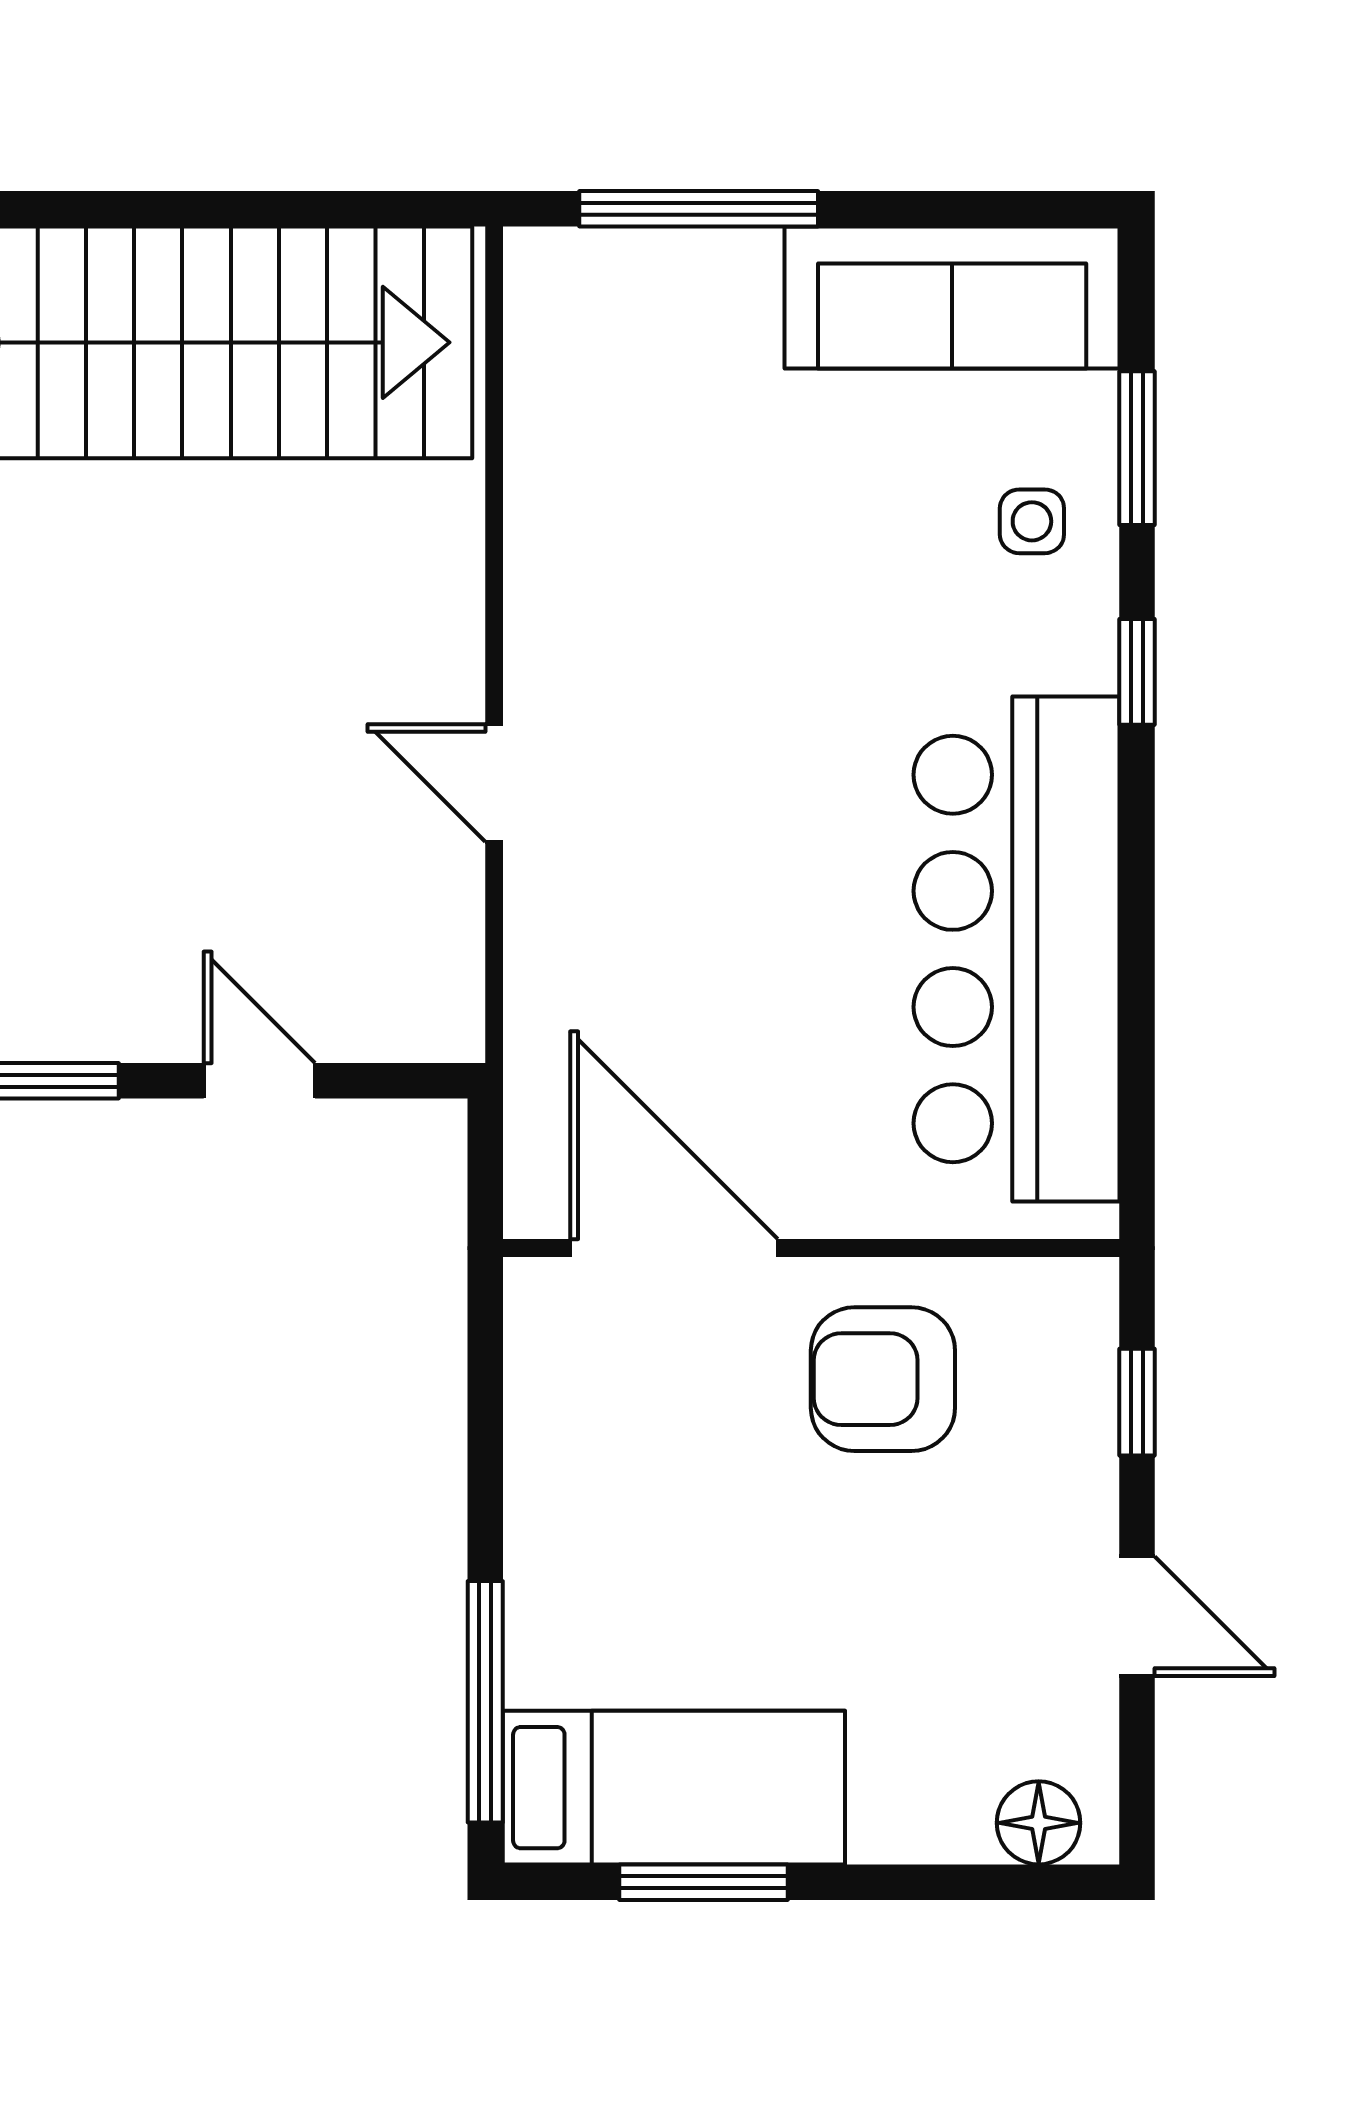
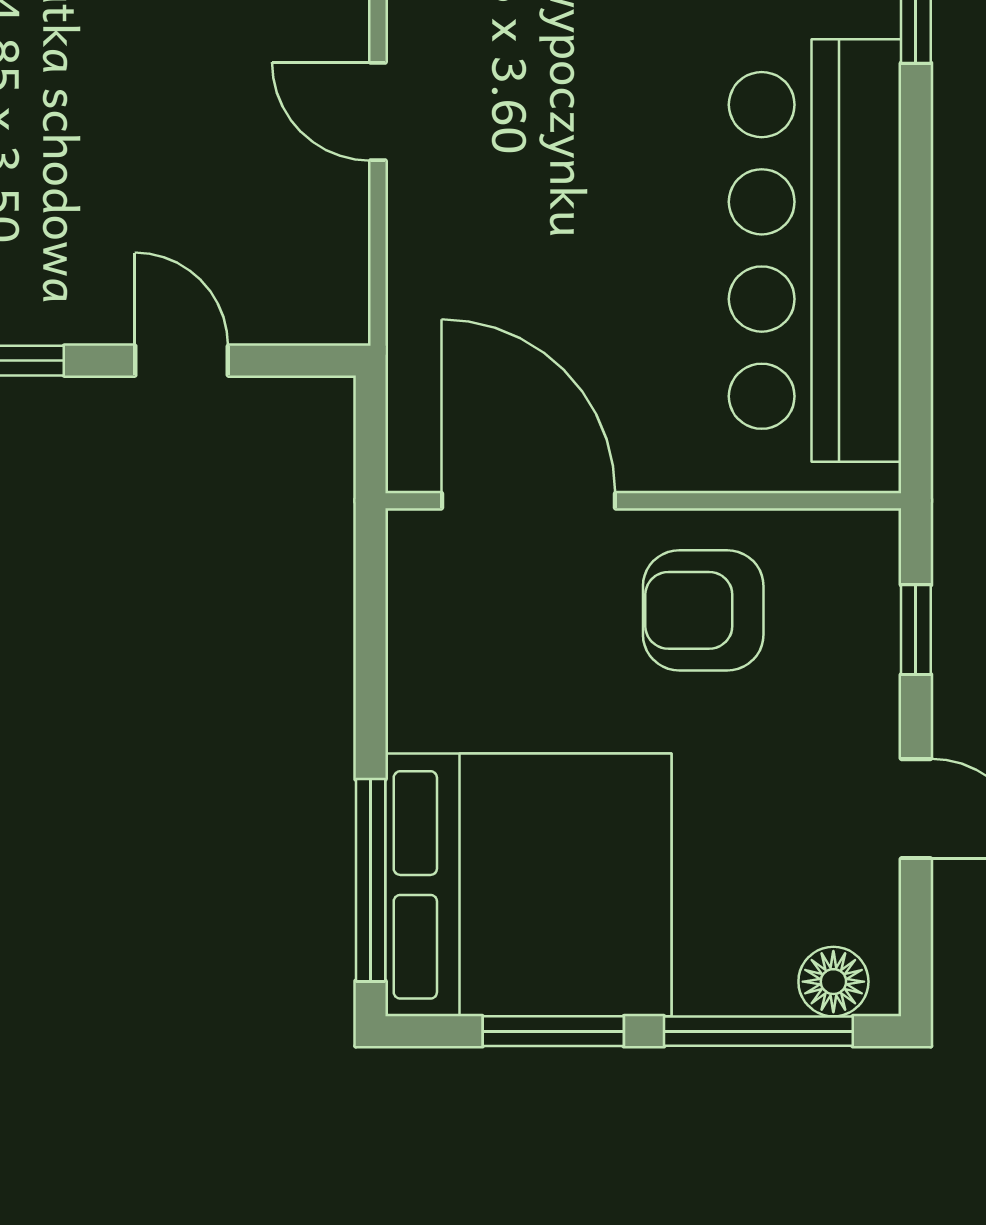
bed: (674, 1788) -> (528, 885), width x2.04
window: (949, 1882) -> (758, 1031), added

